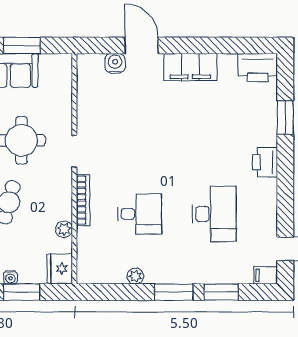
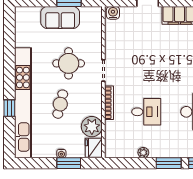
water cooler: (115, 63) -> (113, 13), moved
plant: (64, 229) -> (92, 127), width x1.88, depth x1.88

